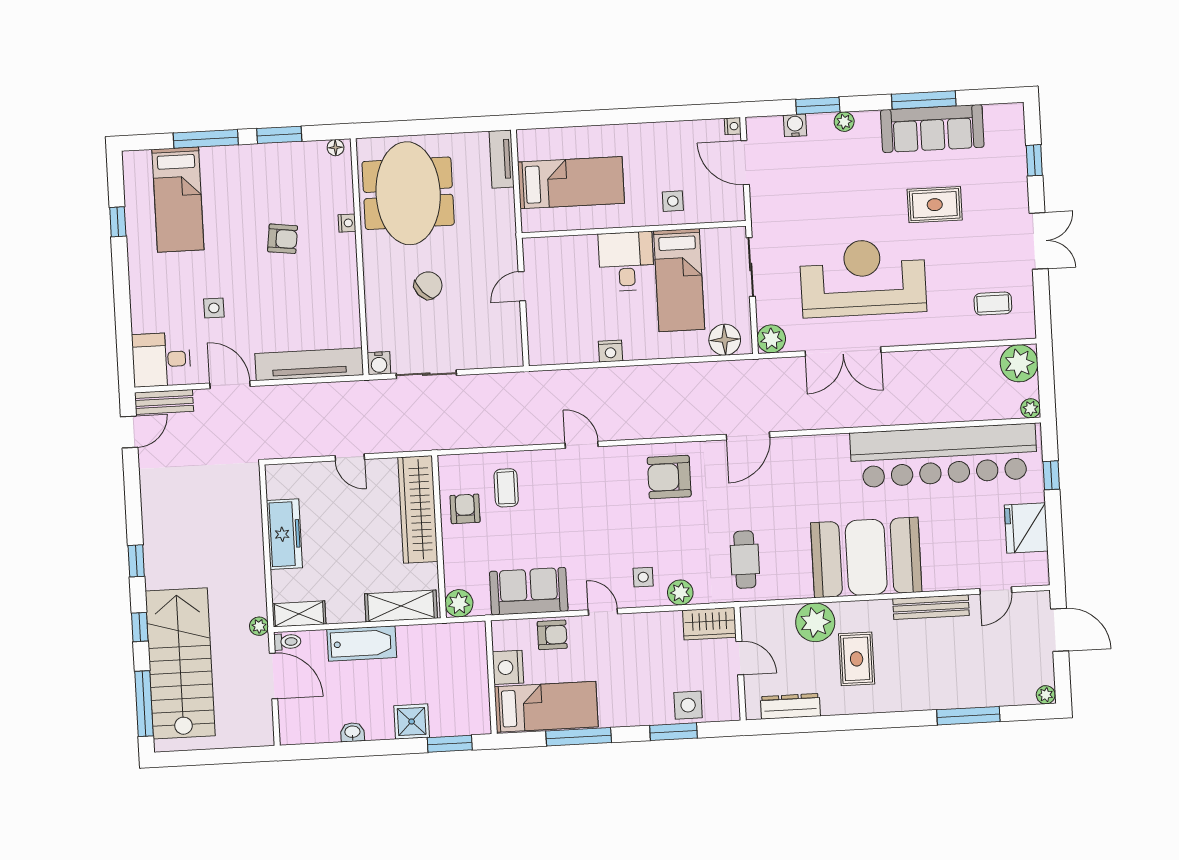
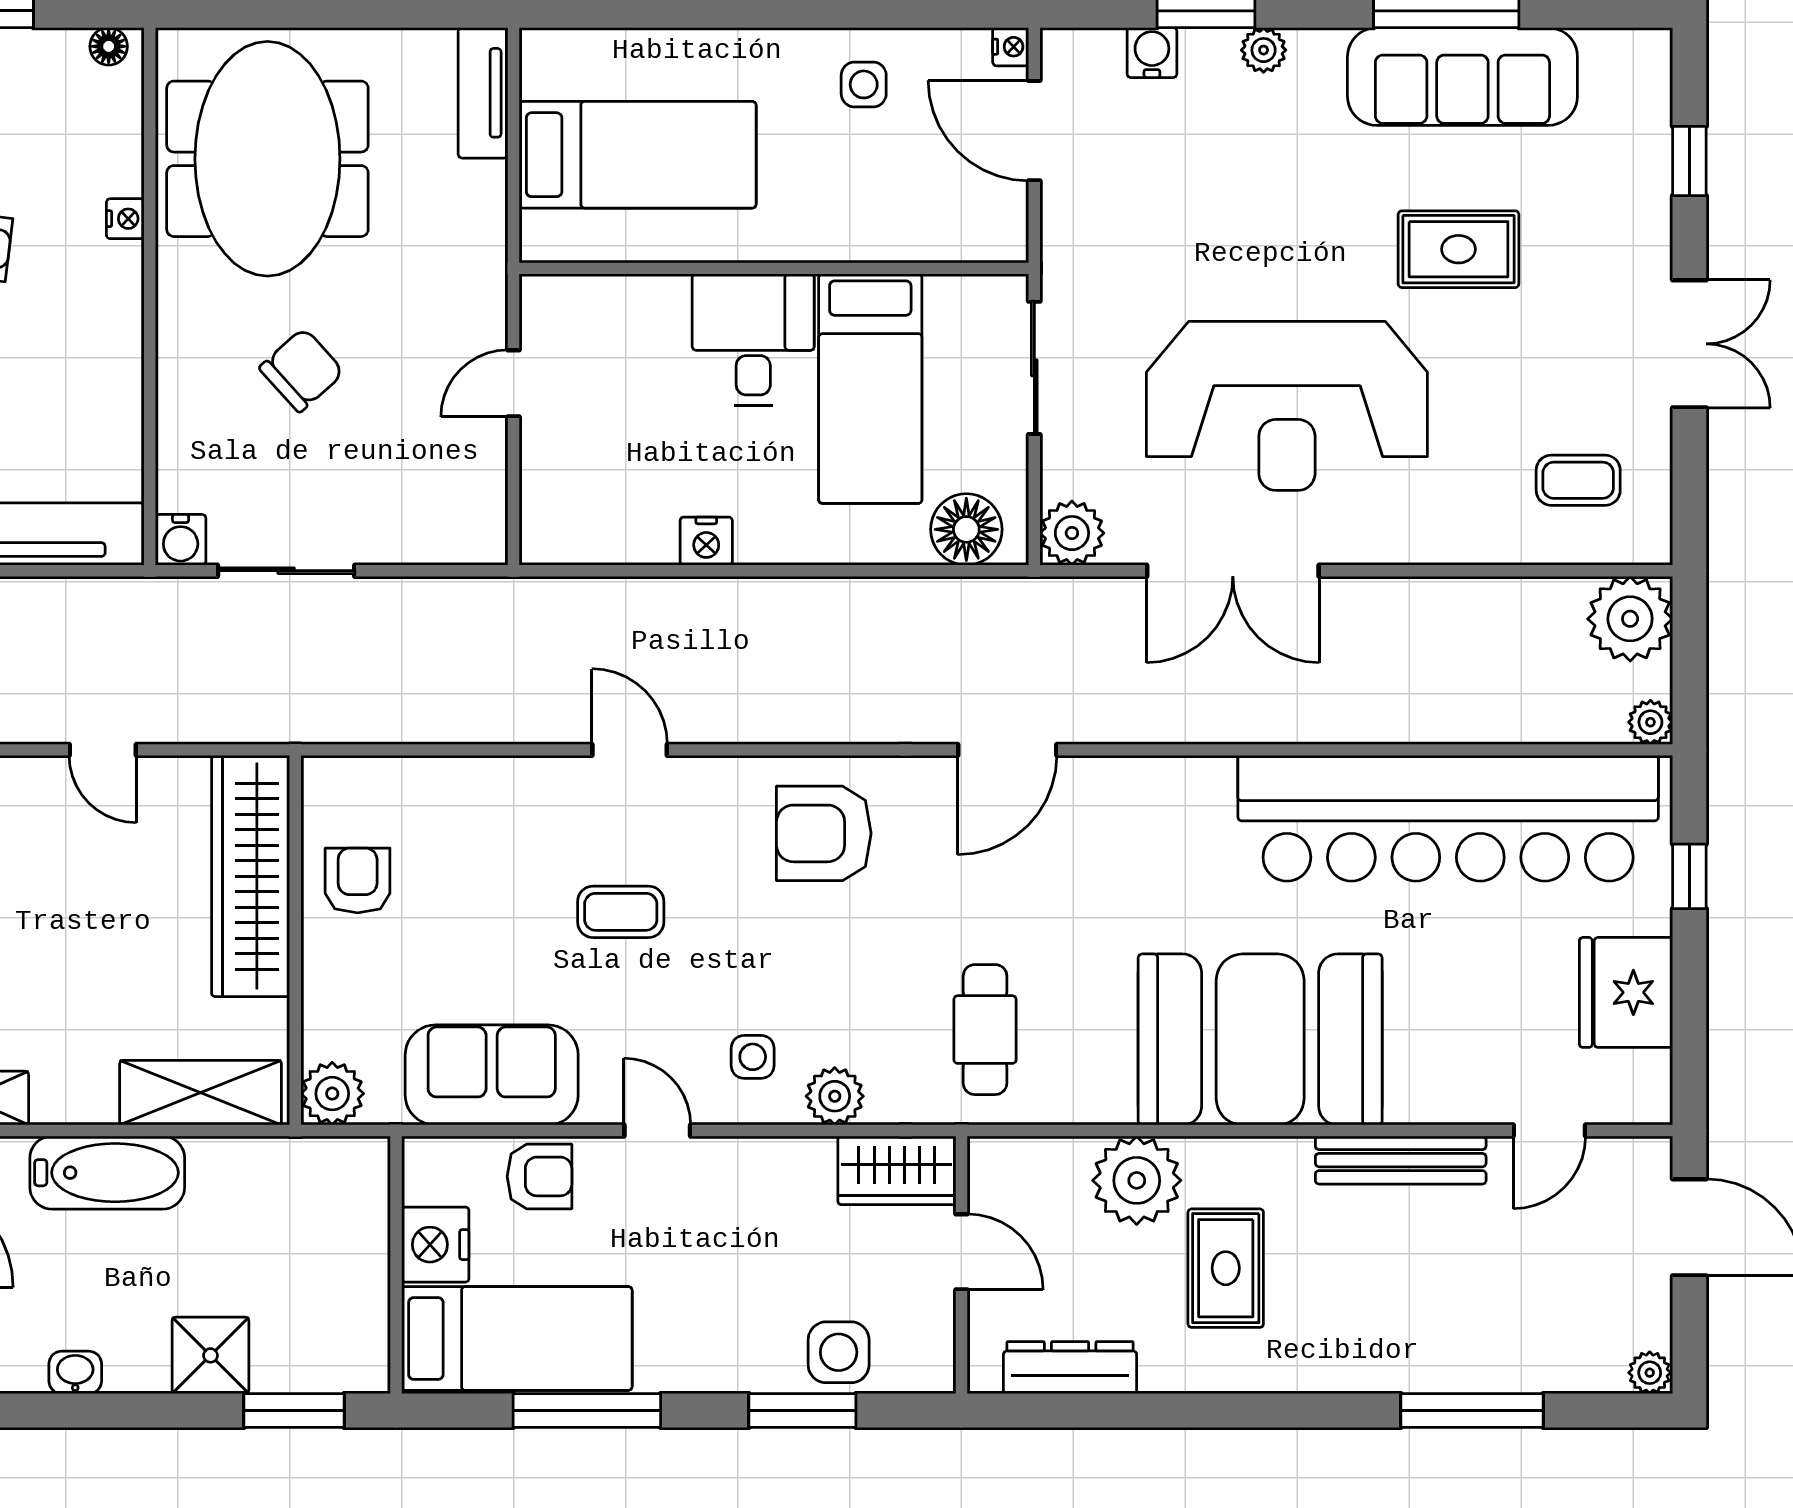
side table: (673, 201) -> (864, 84), moved
reception desk: (863, 278) -> (1287, 406), turned 180
coffee table: (506, 488) -> (621, 912), moved, turned 90

